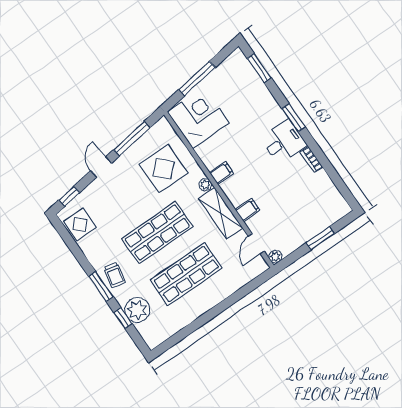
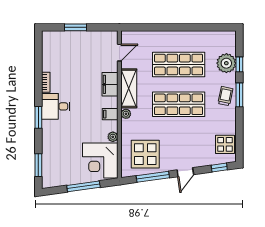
display table: (164, 169) -> (145, 154), moved
filing cabinet: (247, 210) -> (110, 84), width x2.00
plant: (275, 257) -> (113, 137), moved

